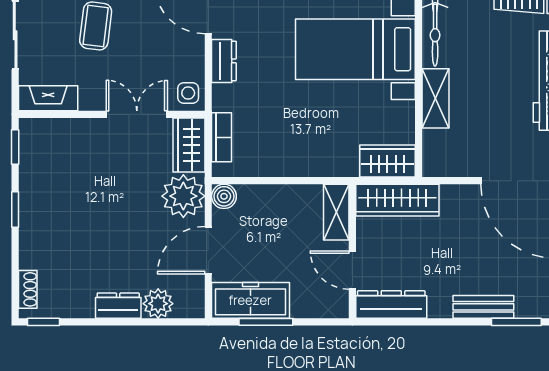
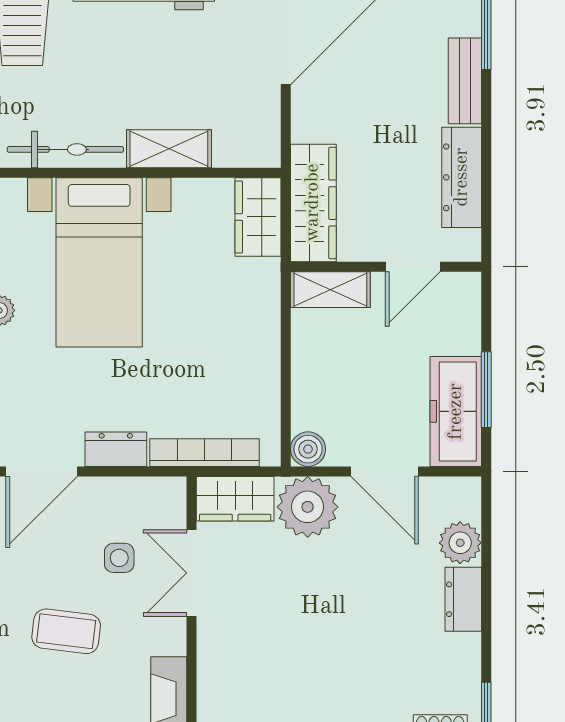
side table: (188, 93) -> (119, 558), moved
bookcase: (222, 137) -> (204, 453), width x1.56
dresser: (391, 305) -> (462, 177), moved

